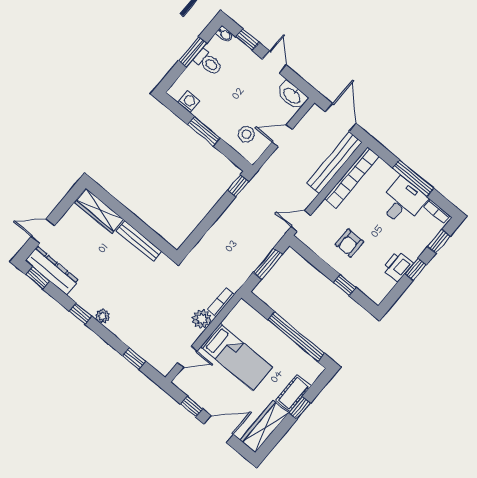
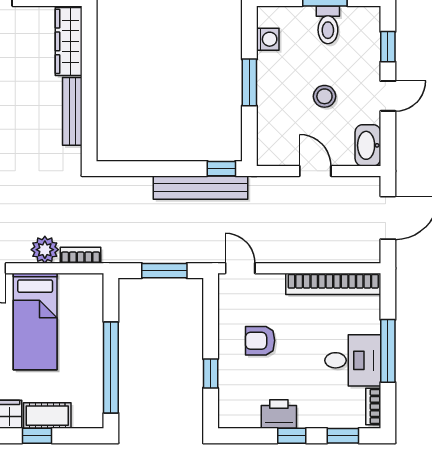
bidet: (225, 34) -> (373, 17), removed
stool: (246, 134) -> (324, 96), moved
bench: (334, 163) -> (200, 188), moved

